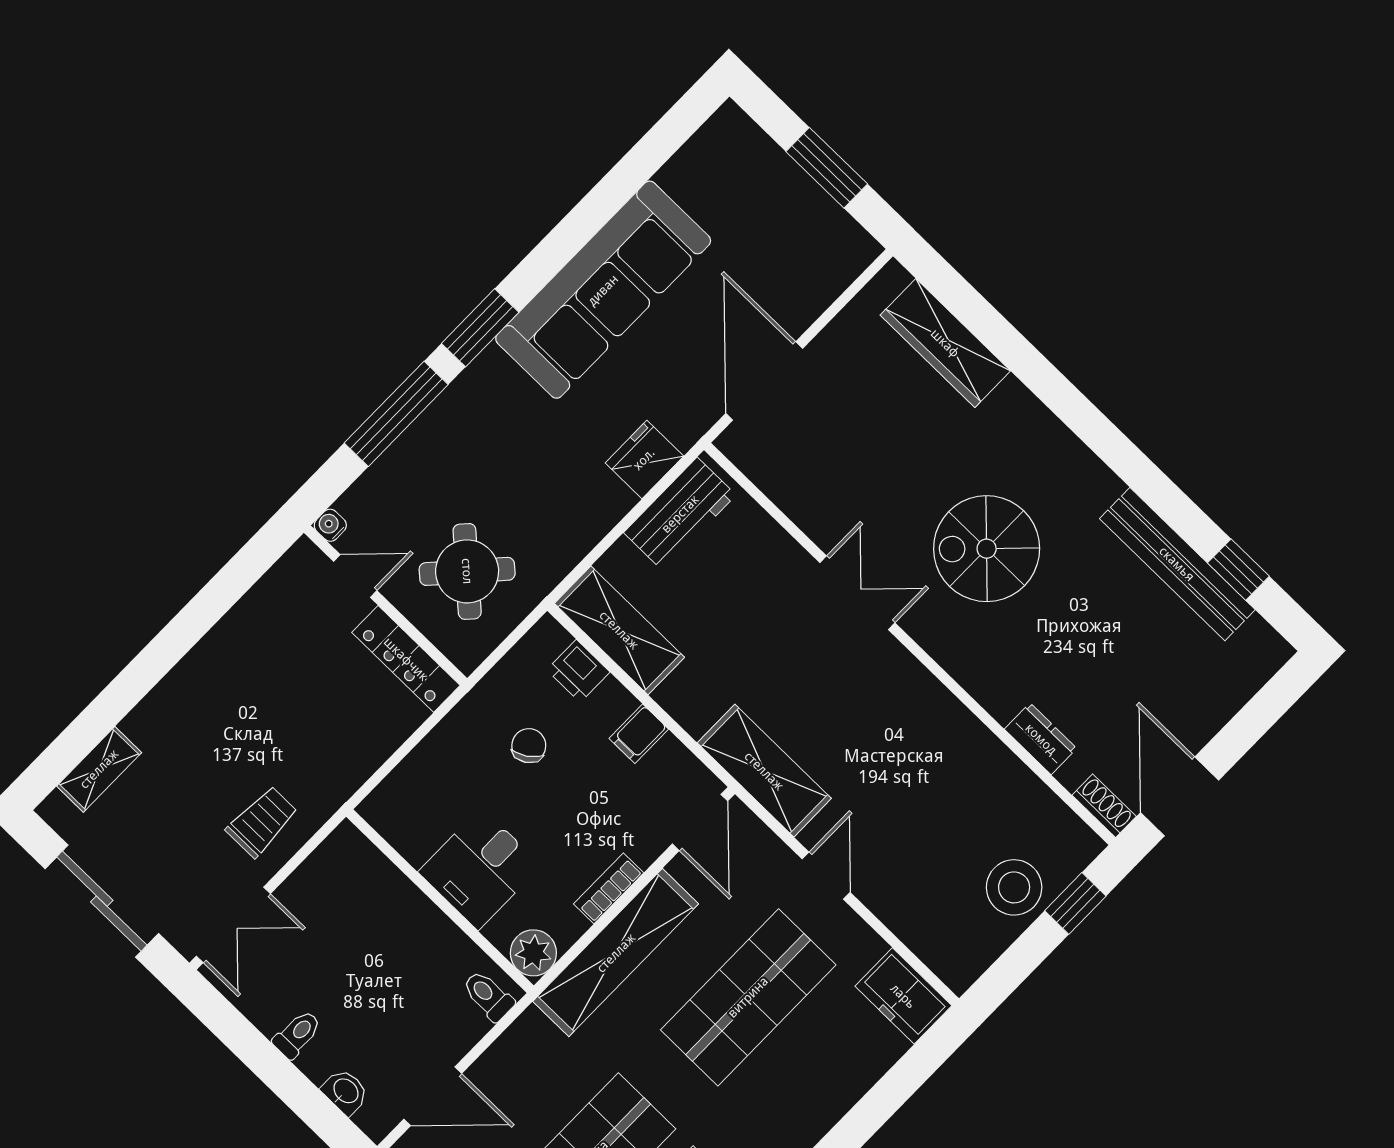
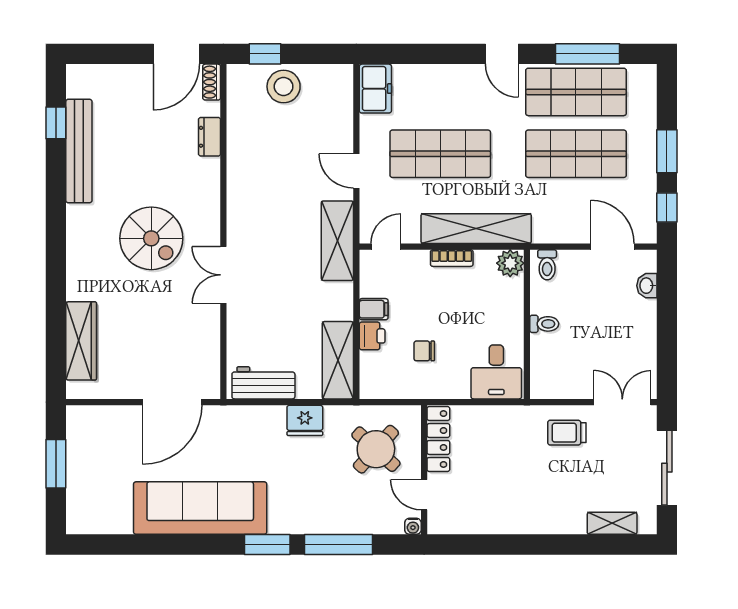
fridge: (644, 459) -> (305, 420), moved
printer: (578, 671) -> (372, 336), moved
chair: (529, 746) -> (424, 351), turned 34
door: (700, 822) -> (386, 247), width x0.73
desk: (480, 869) -> (496, 372), moved, turned 90
door: (826, 876) -> (356, 171), hinge flipped
toilet: (297, 1034) -> (544, 324), moved, turned 180

